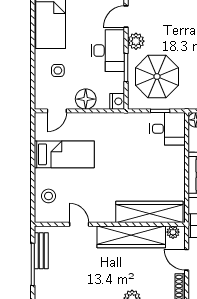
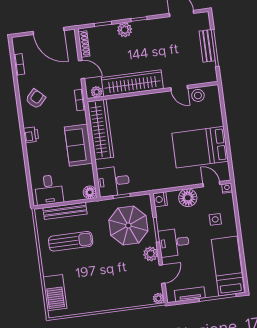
desk: (108, 51) -> (174, 242), width x0.73
nightstand: (40, 104) -> (227, 188), added
door: (57, 111) -> (211, 184), hinge flipped
bed: (64, 154) -> (200, 147), width x1.50
stool: (49, 196) -> (198, 95), moved
wardrobe: (149, 212) -> (100, 129), moved, turned -90
bench: (41, 251) -> (207, 46), moved

